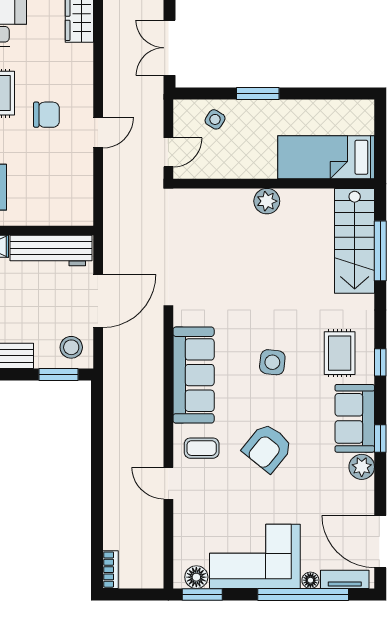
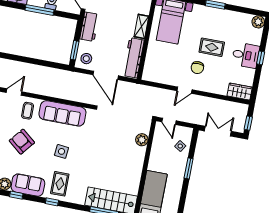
door: (98, 133) -> (184, 90), hinge flipped
plant: (267, 201) -> (142, 140), moved
rug: (340, 353) -> (60, 184), turned 90

